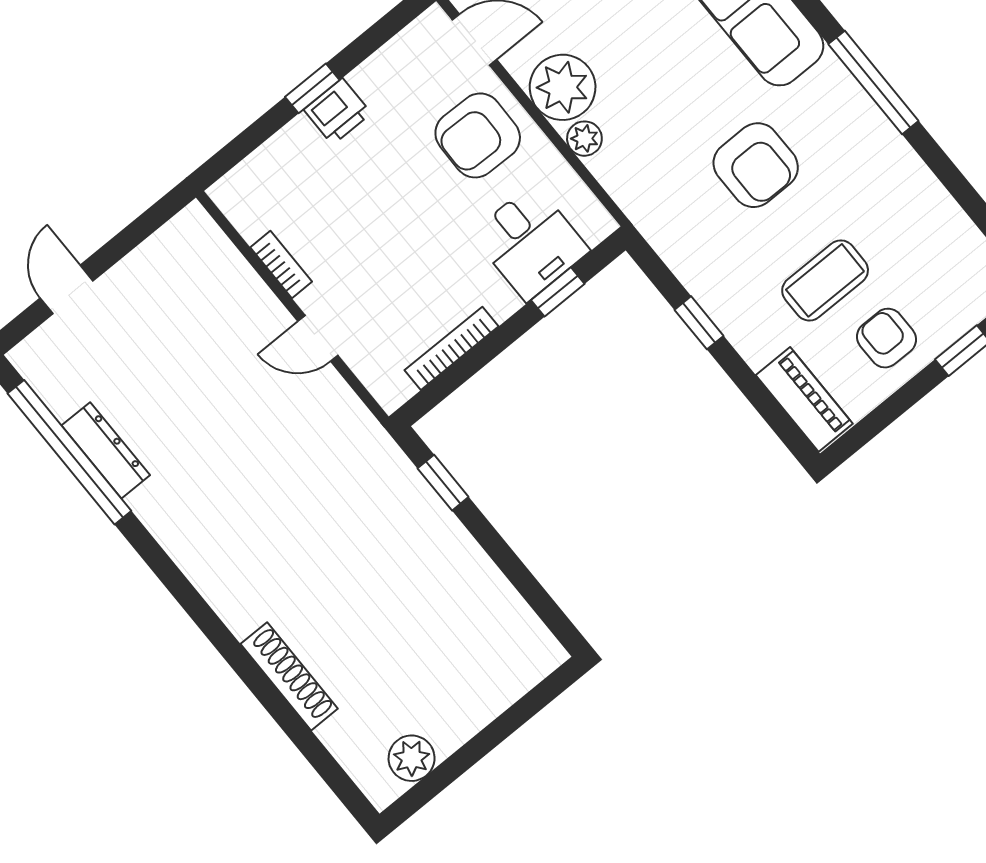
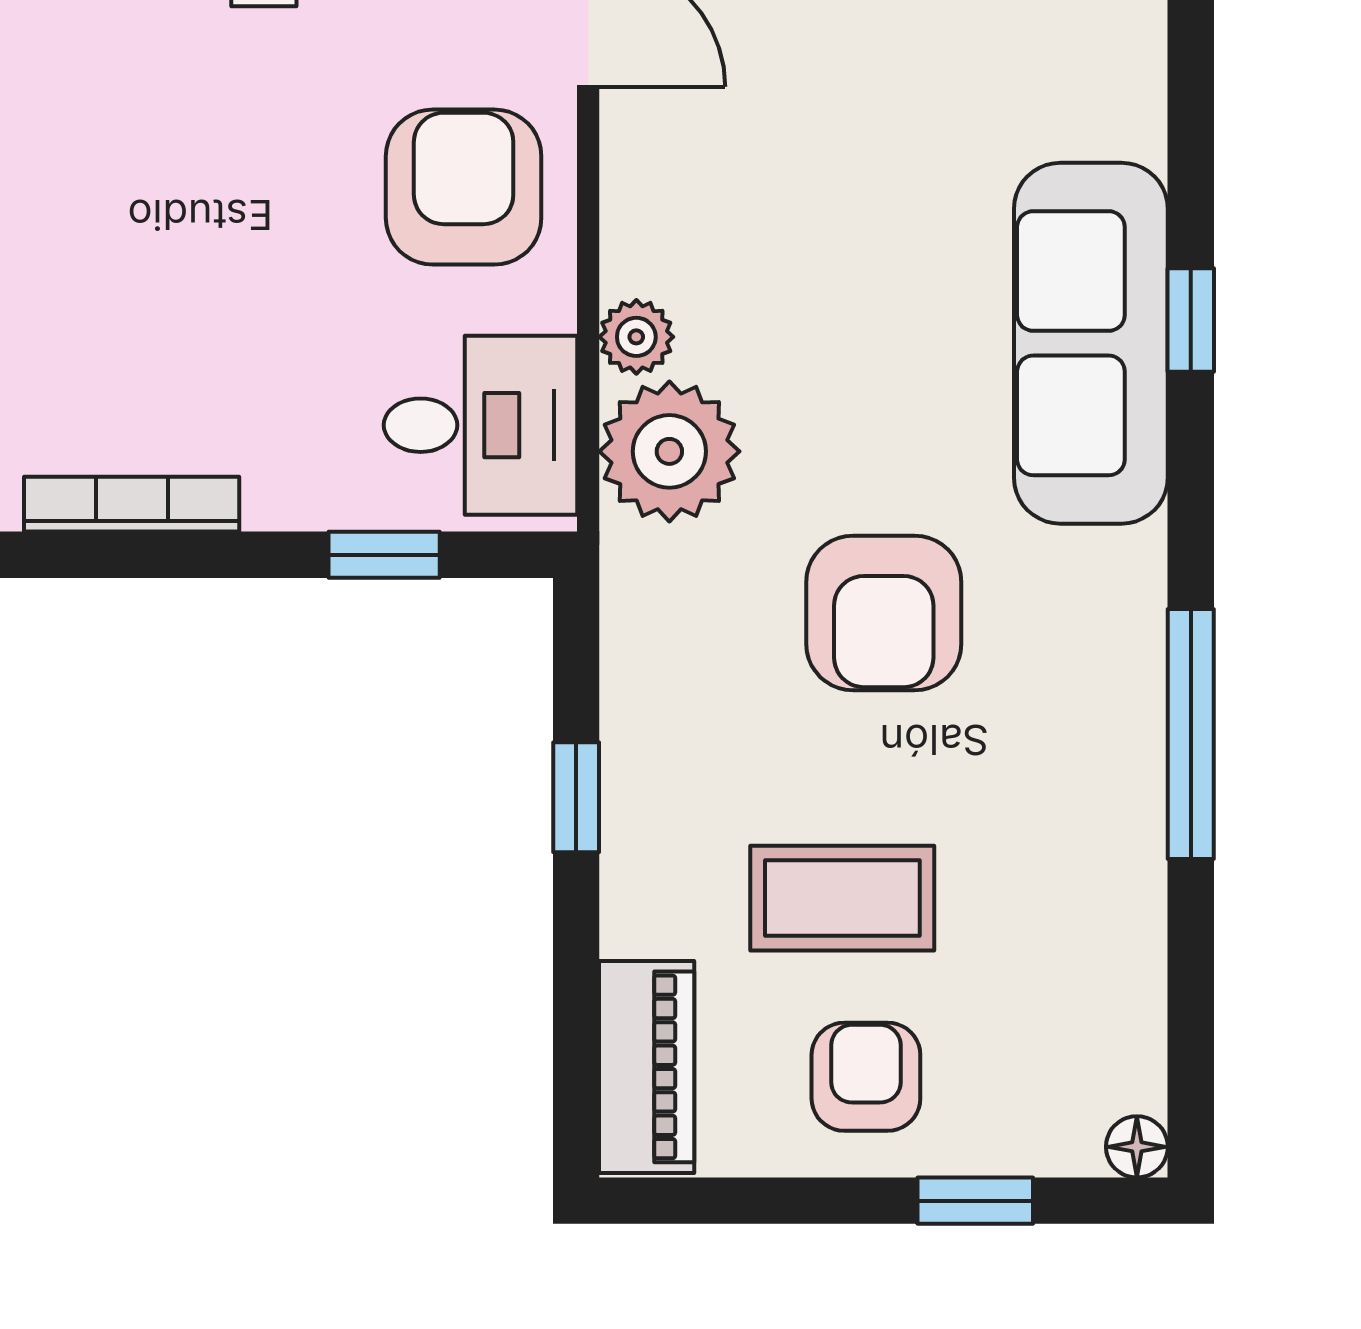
window: (873, 83) -> (1191, 734), moved
plant: (563, 87) -> (669, 451), moved
armchair: (478, 135) -> (464, 187), turned 89
desk: (530, 242) -> (480, 425), moved, turned -90

